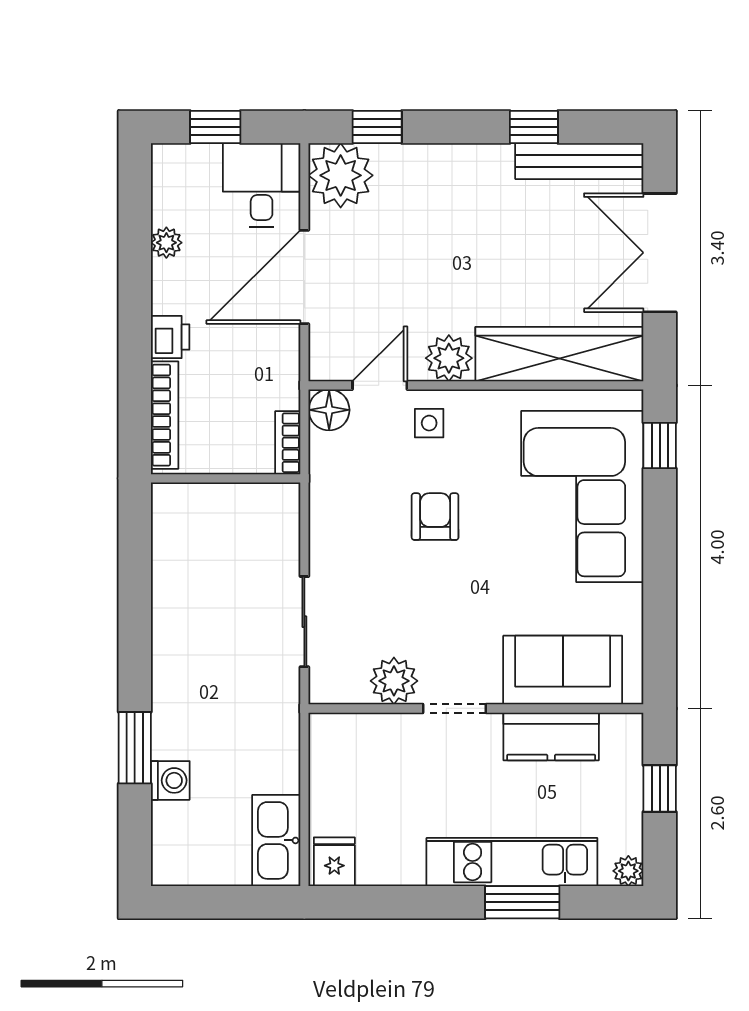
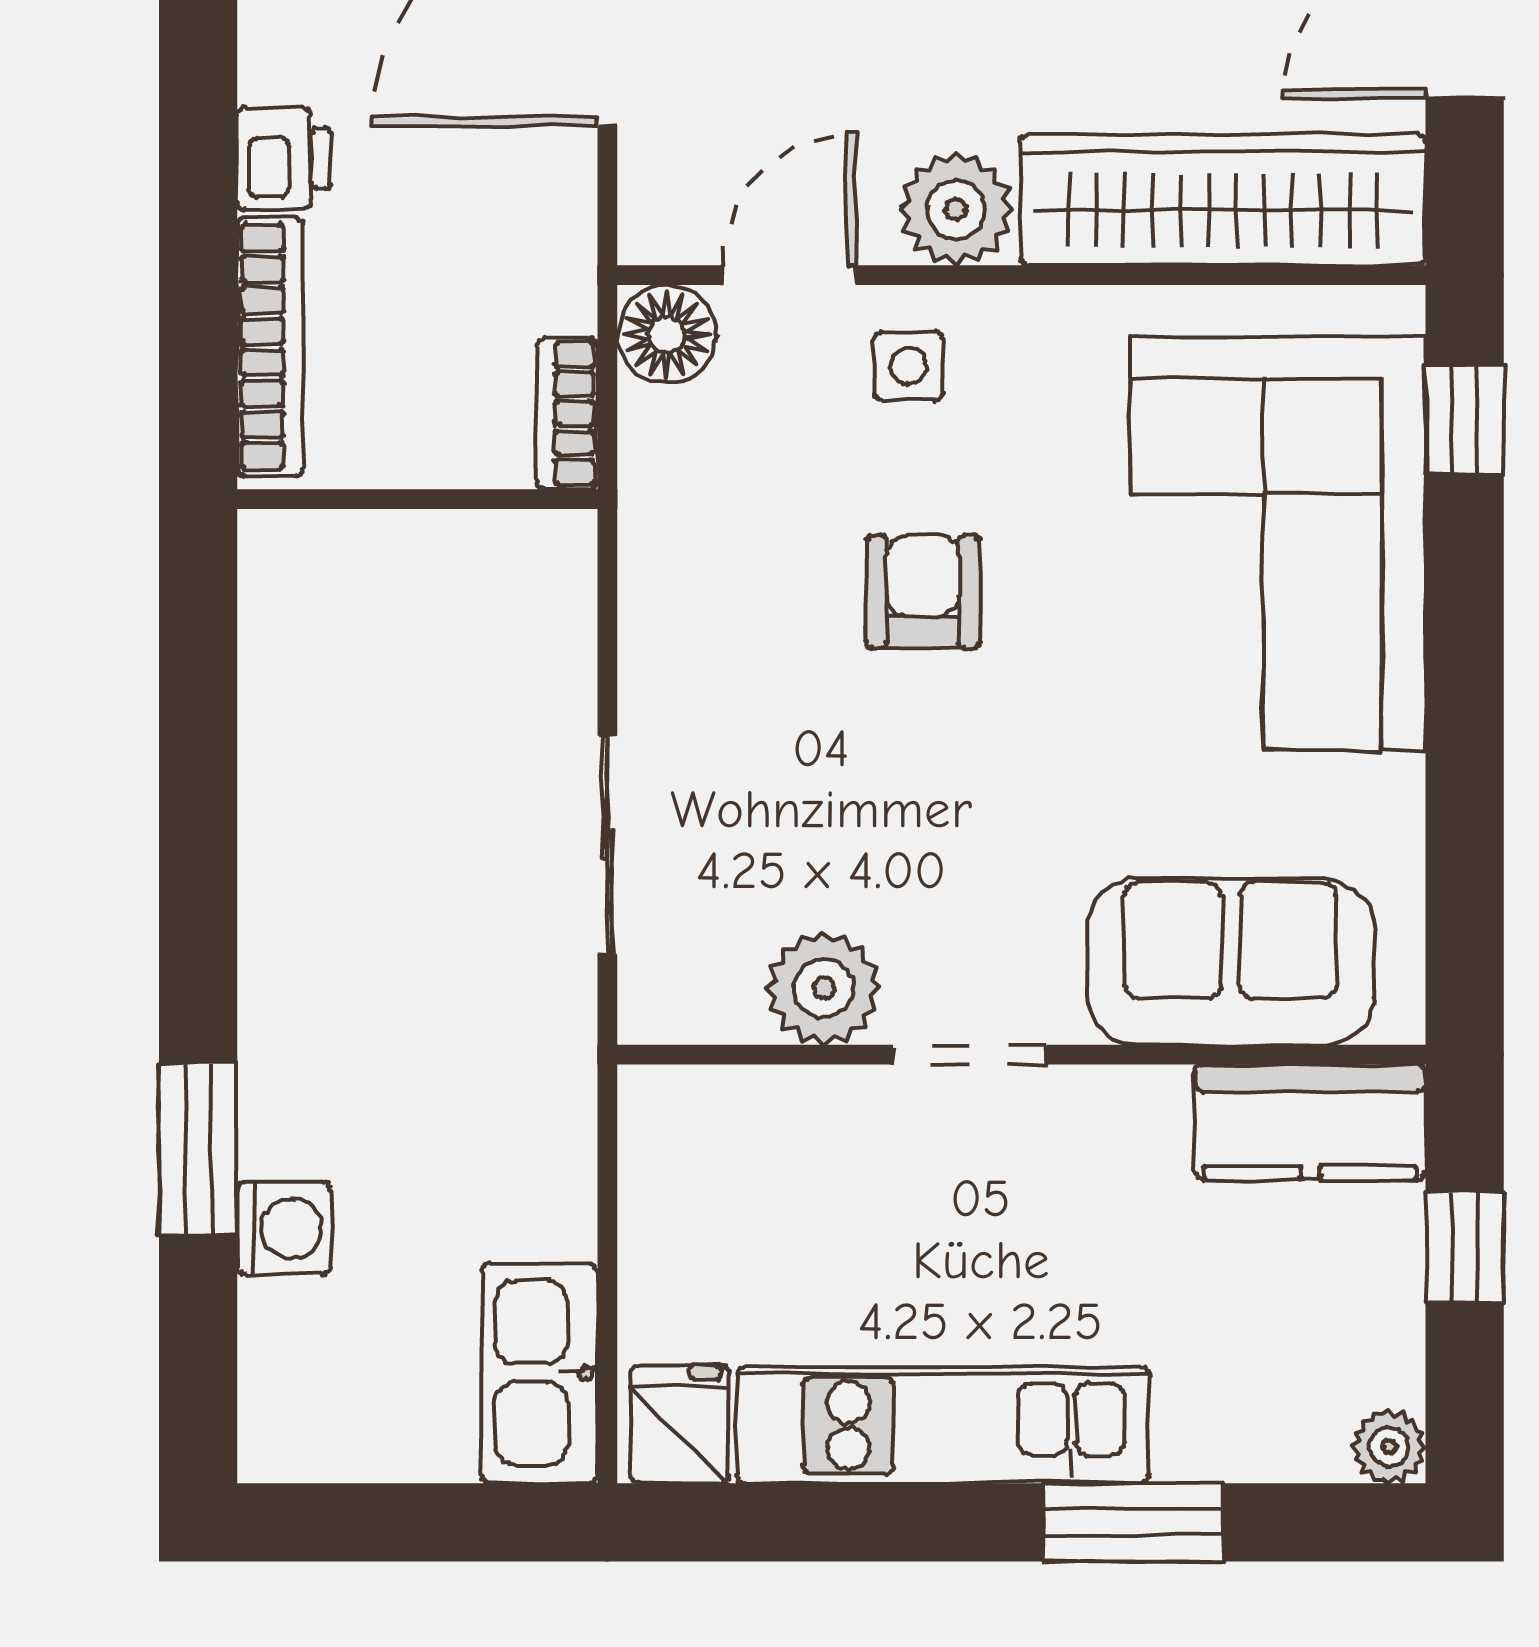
kitchen counter: (551, 736) -> (1310, 1122), moved
kitchen unit: (512, 862) -> (943, 1425), moved

